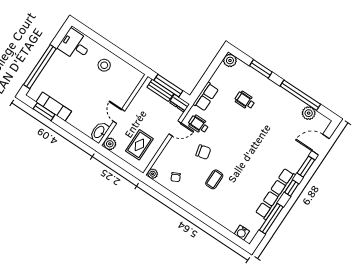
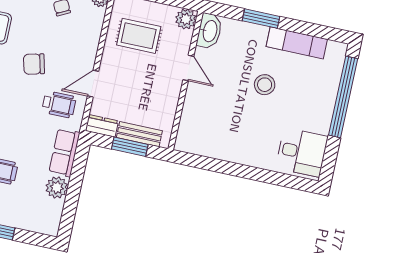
plant: (230, 60) -> (57, 187), moved
stool: (104, 65) -> (265, 85), moved
window: (168, 86) -> (130, 147), width x0.69
window: (44, 112) -> (261, 19), moved
rug: (139, 145) -> (139, 36), turned 90

